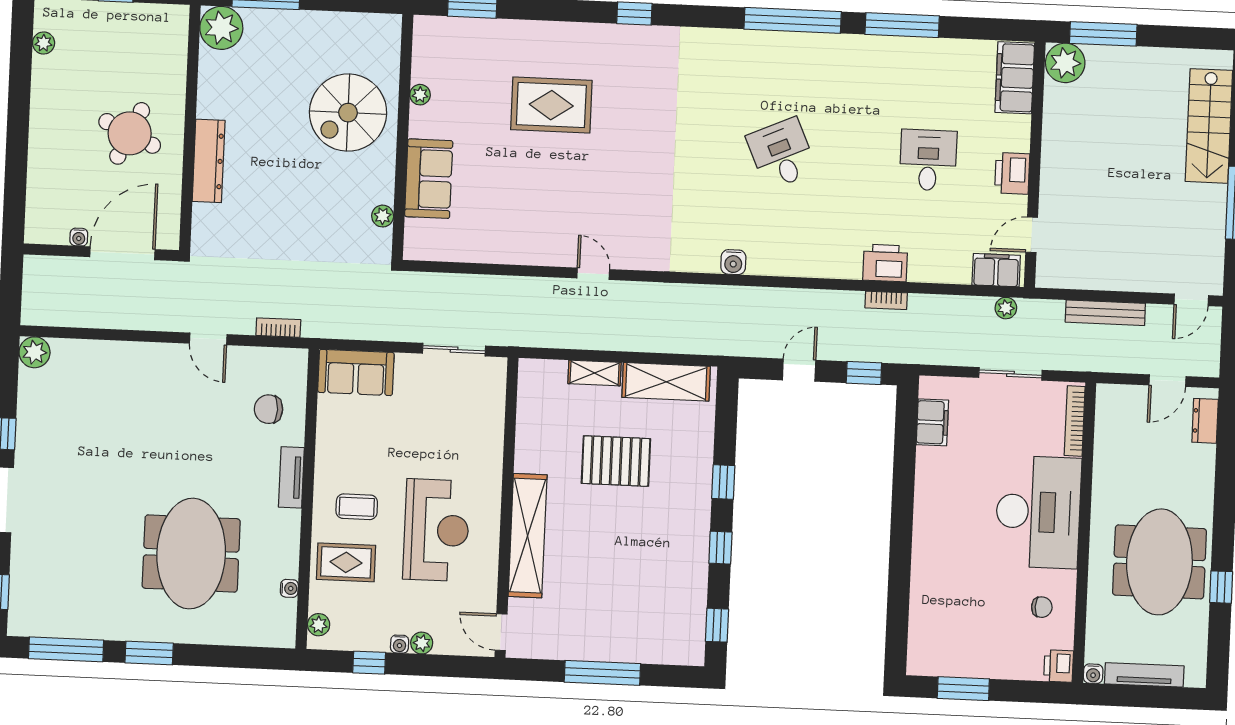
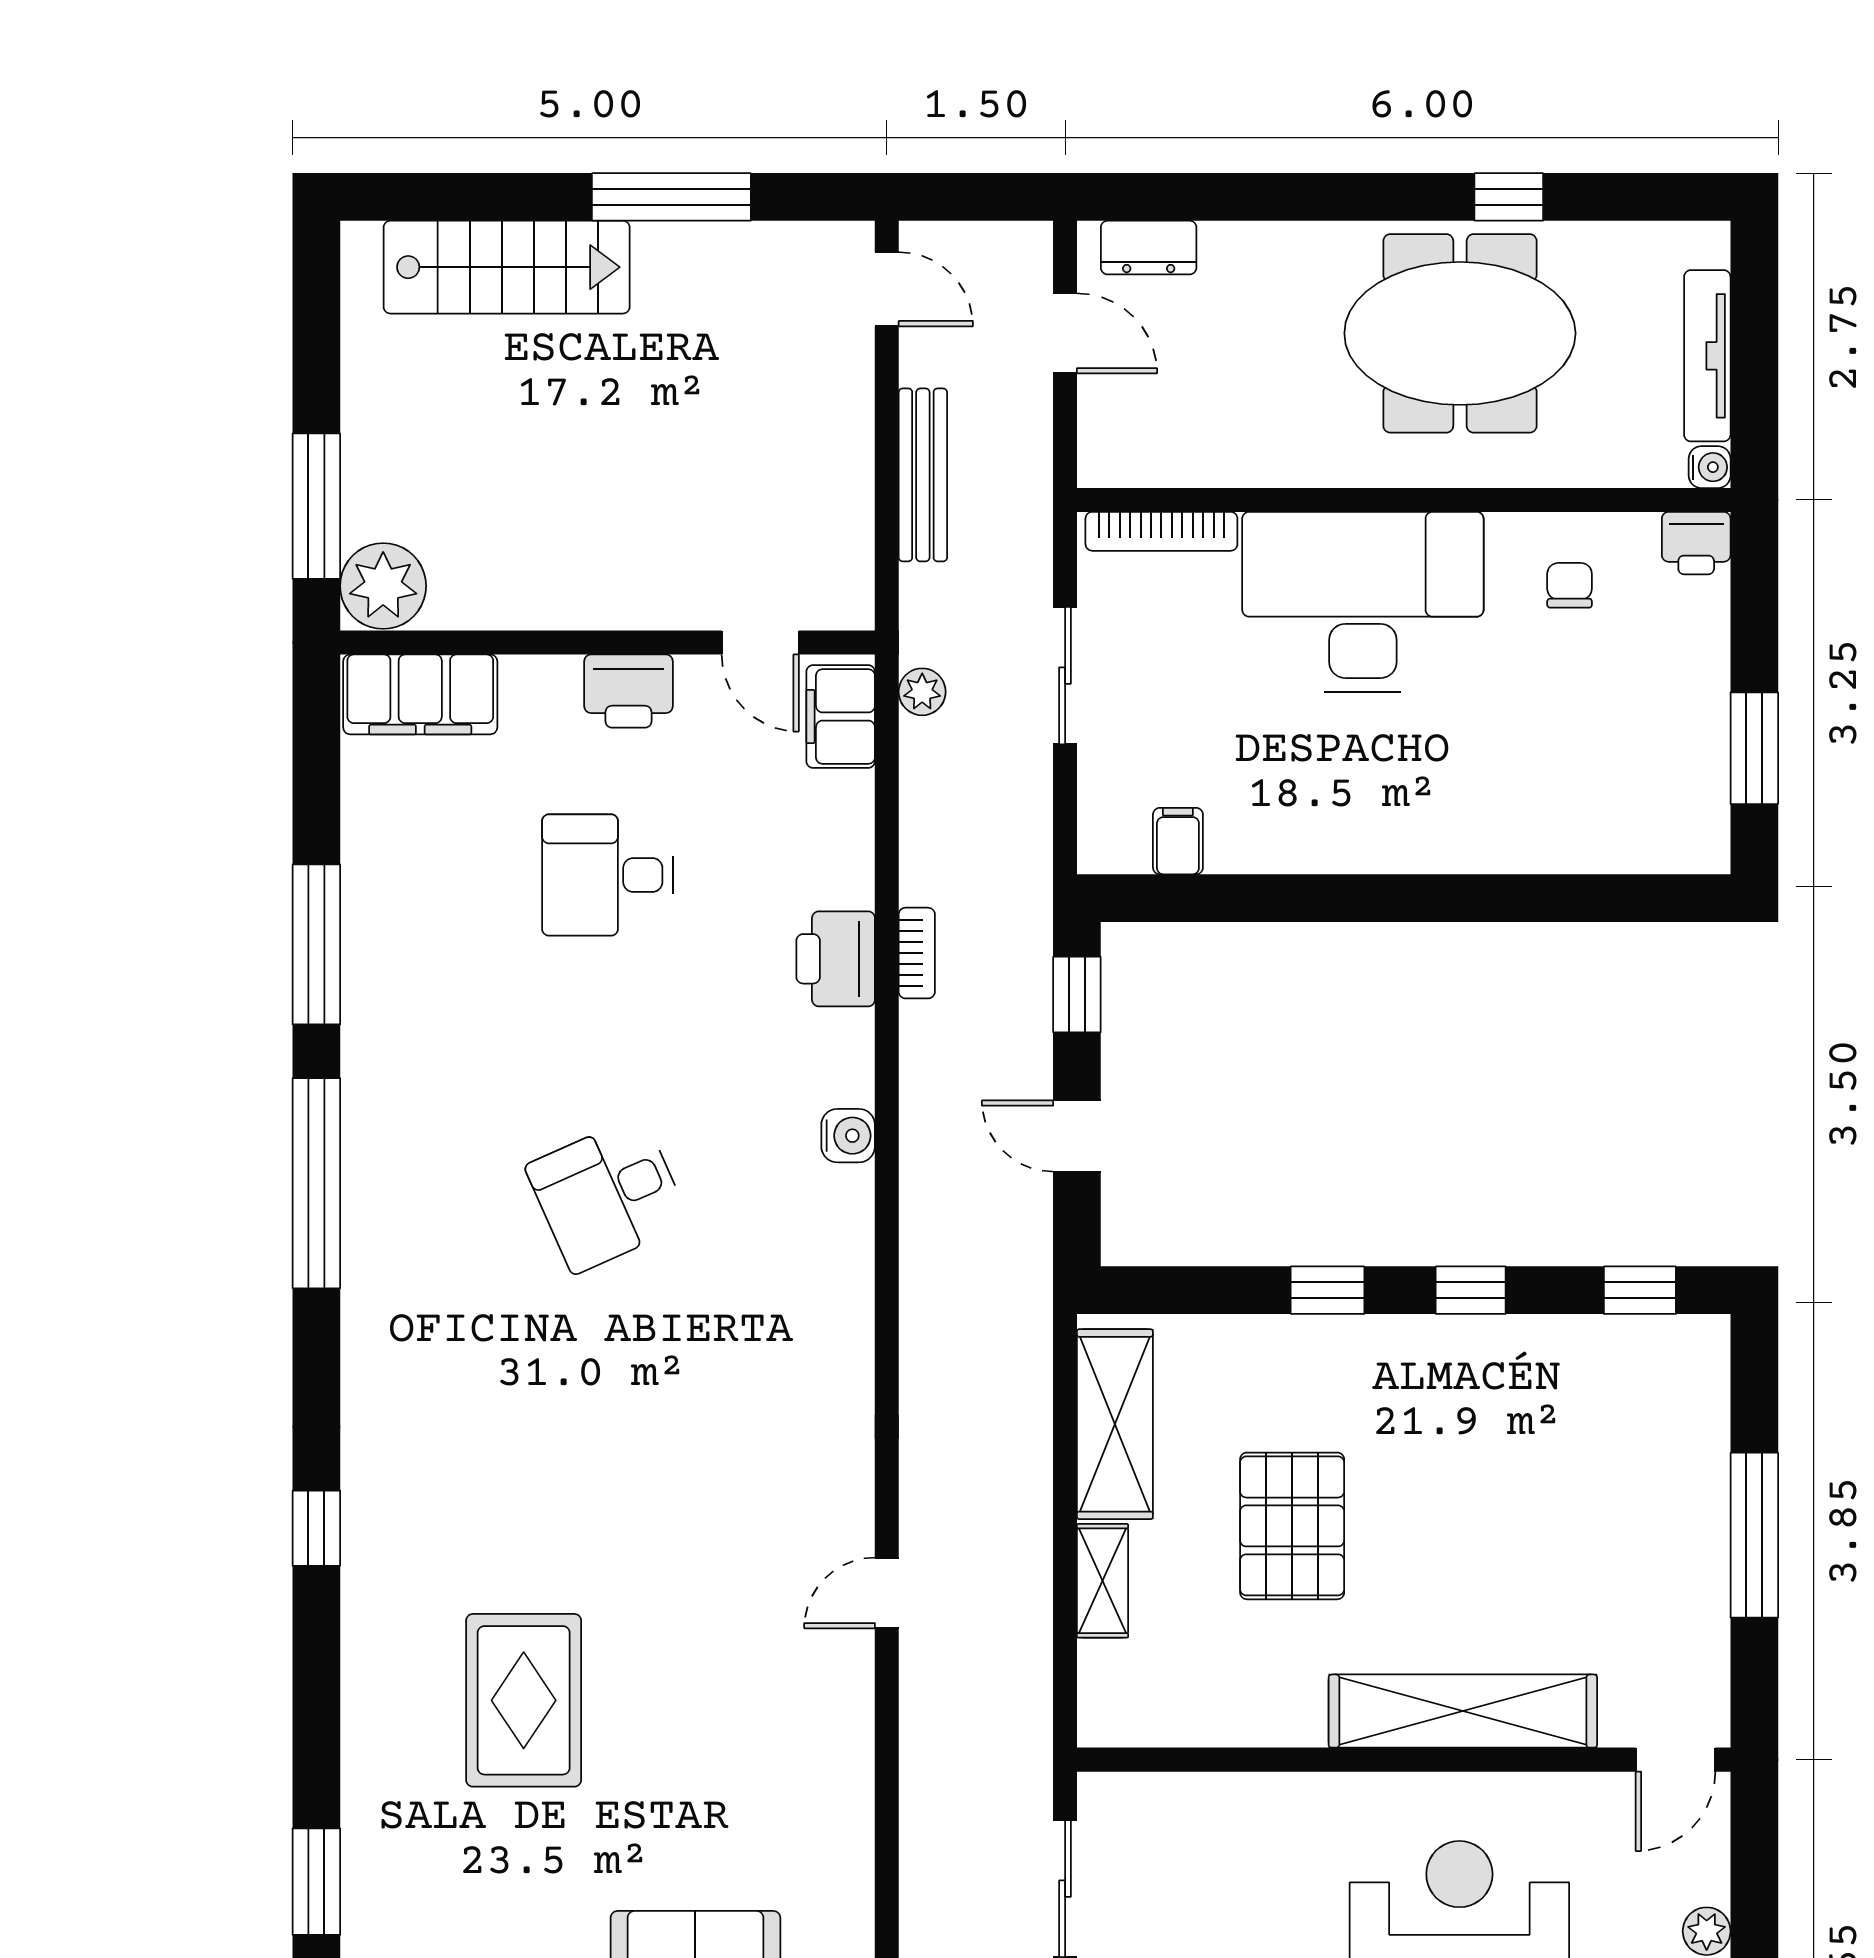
water cooler: (733, 262) -> (848, 1136), moved
filing cabinet: (932, 422) -> (1178, 841), width x0.50

